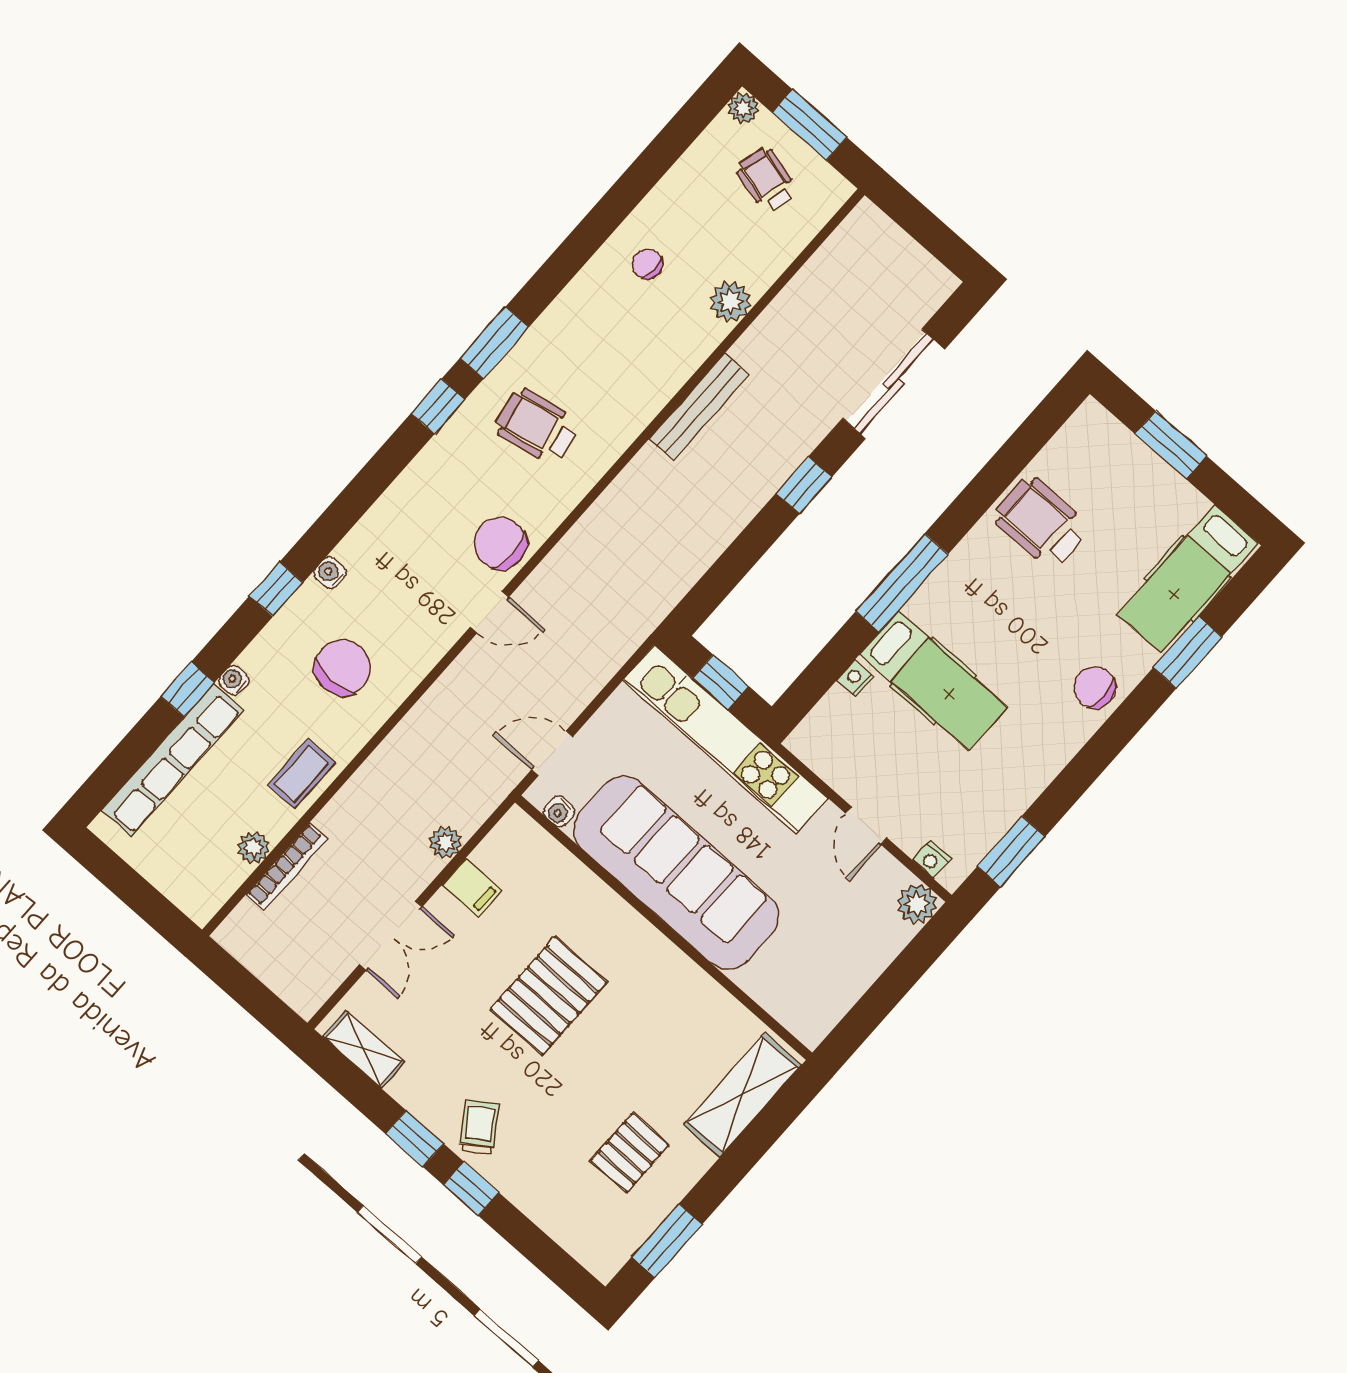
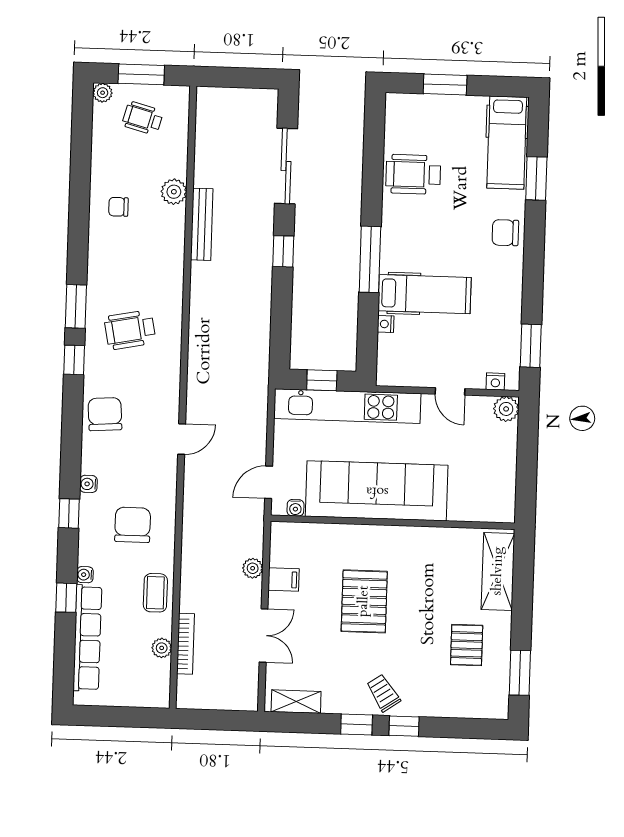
bench: (699, 407) -> (202, 224), moved
chair: (500, 543) -> (105, 414), moved, turned 86

